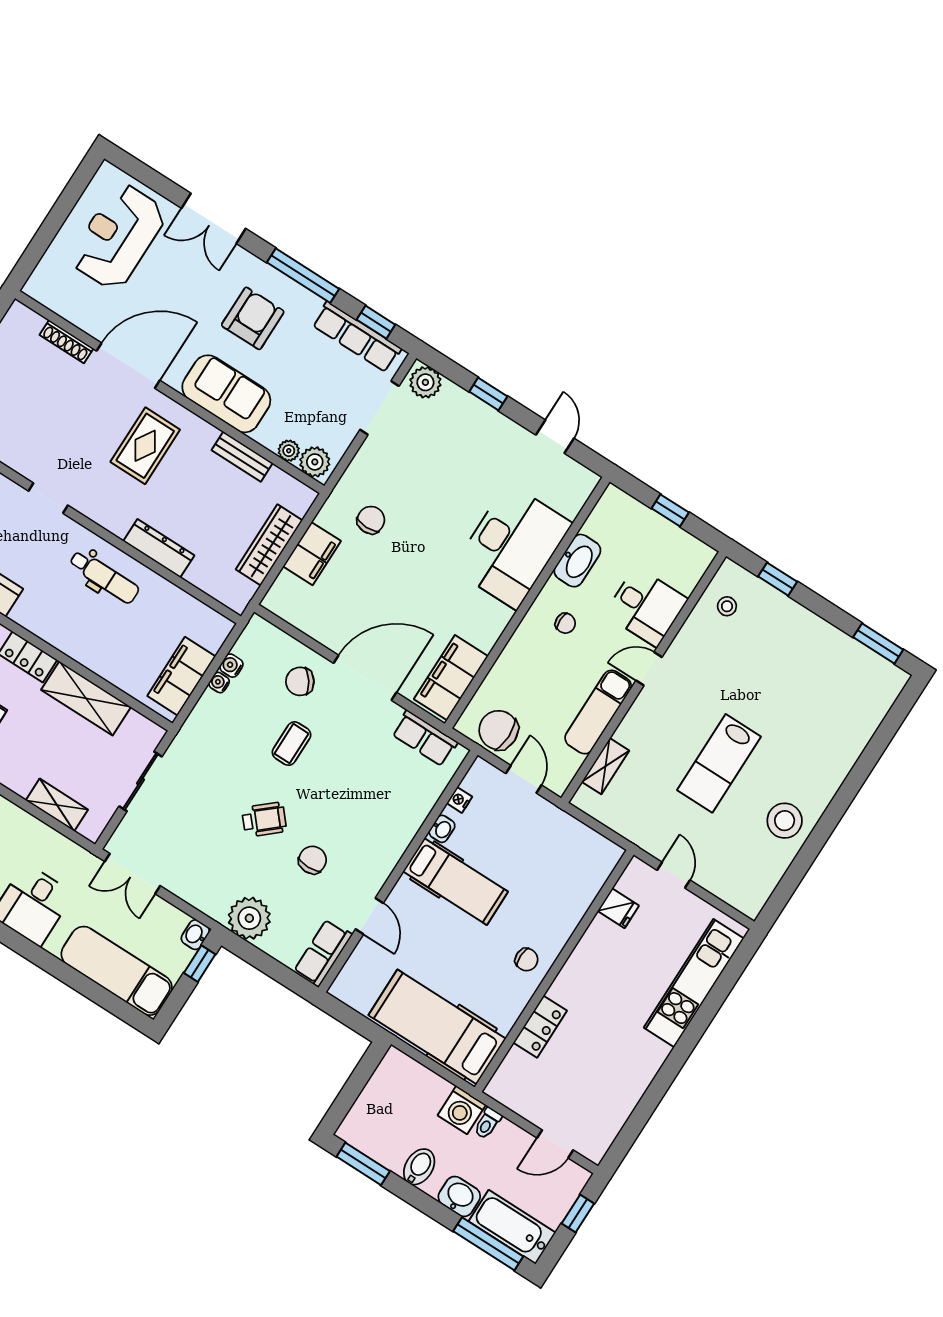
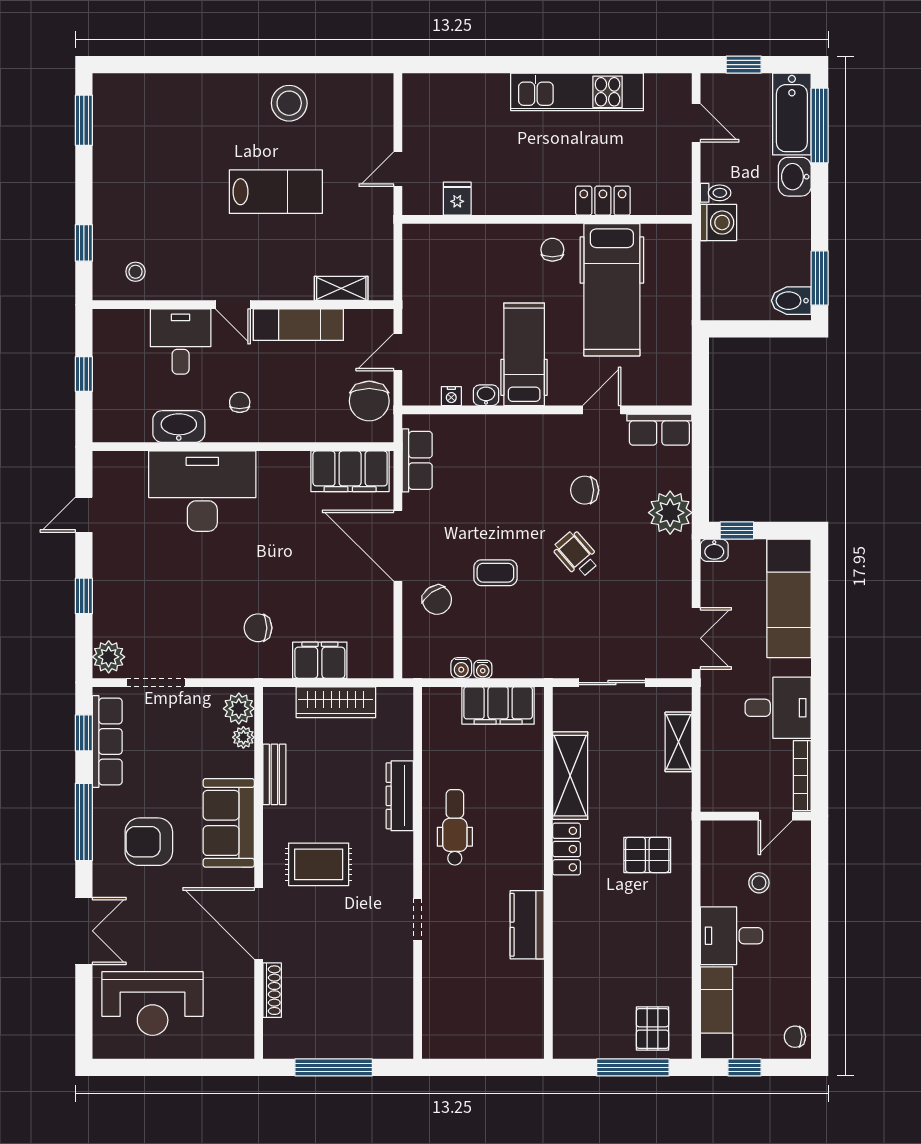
kitchen unit: (694, 983) -> (577, 92), moved
hospital bed: (437, 1027) -> (612, 290), moved
bidet: (419, 1167) -> (791, 301), moved

